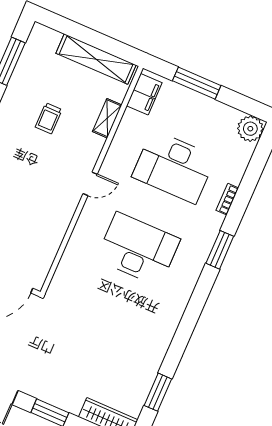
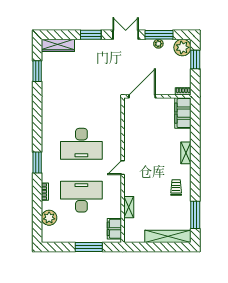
shelving: (96, 59) -> (168, 236), moved
trolley: (49, 118) -> (176, 188), moved
plant: (250, 129) -> (49, 218), moved

